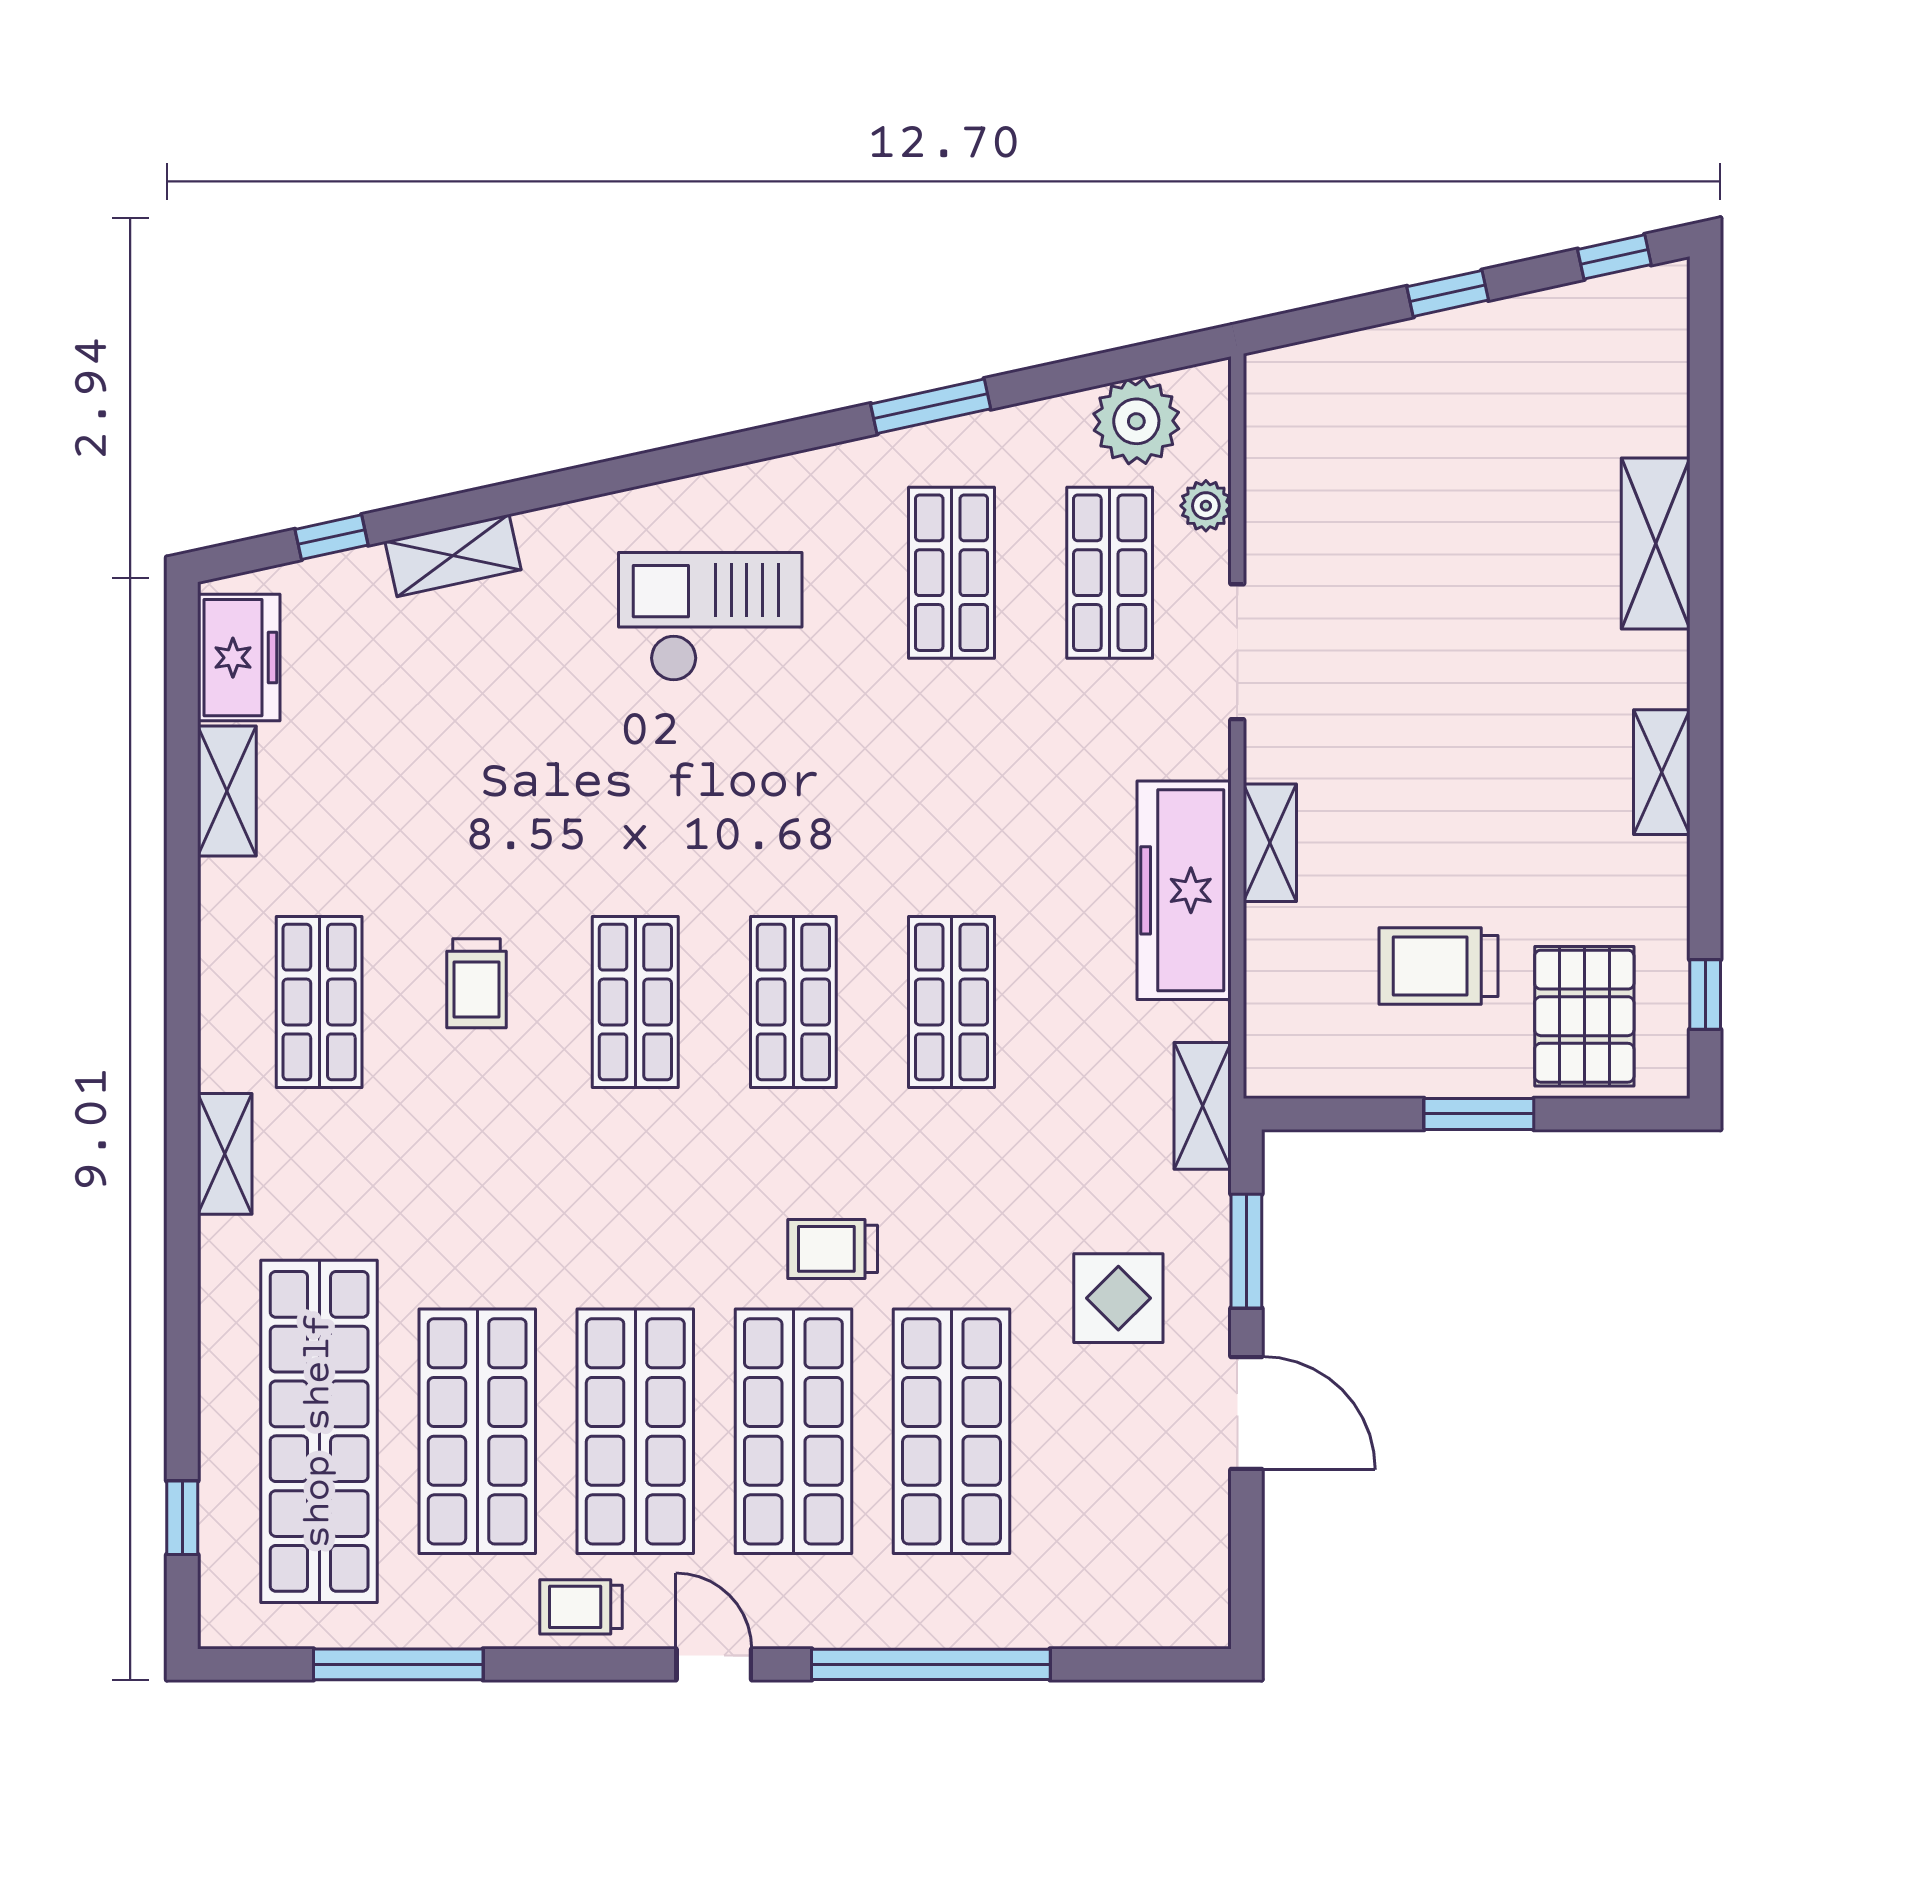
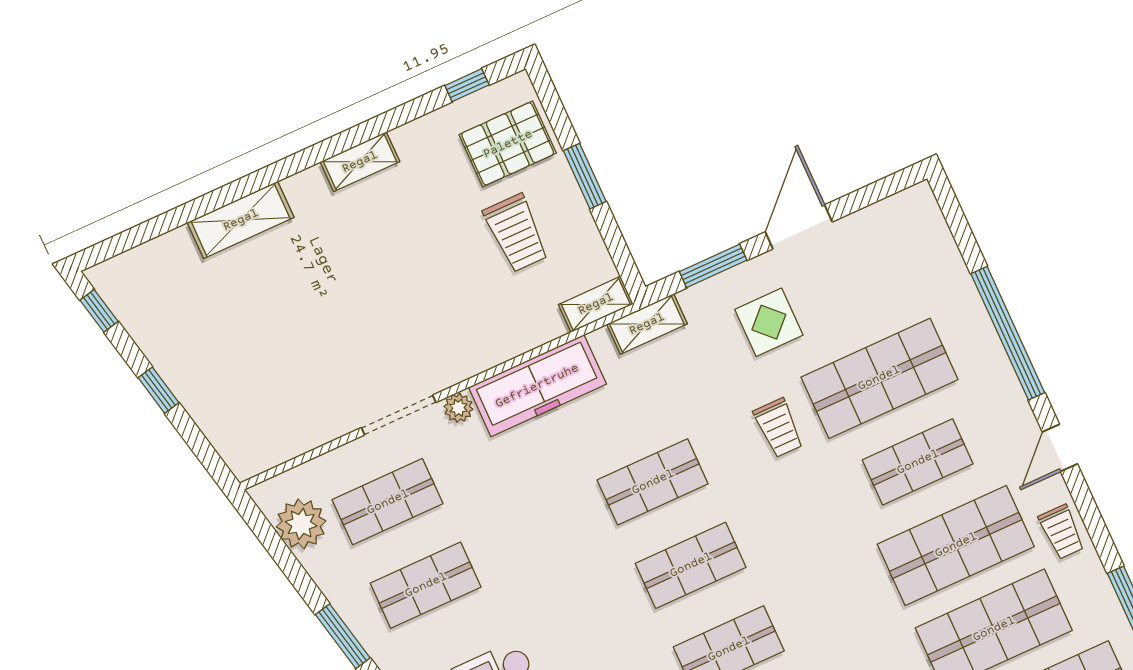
plant: (1206, 506) -> (458, 408), moved
shelving: (1270, 843) -> (596, 304), moved
trolley: (833, 1249) -> (778, 428), moved
shop shelf: (793, 1431) -> (918, 462), width x0.70, depth x0.74

